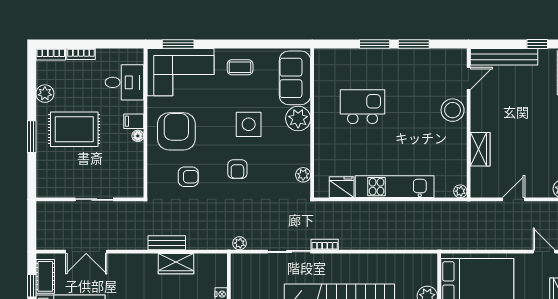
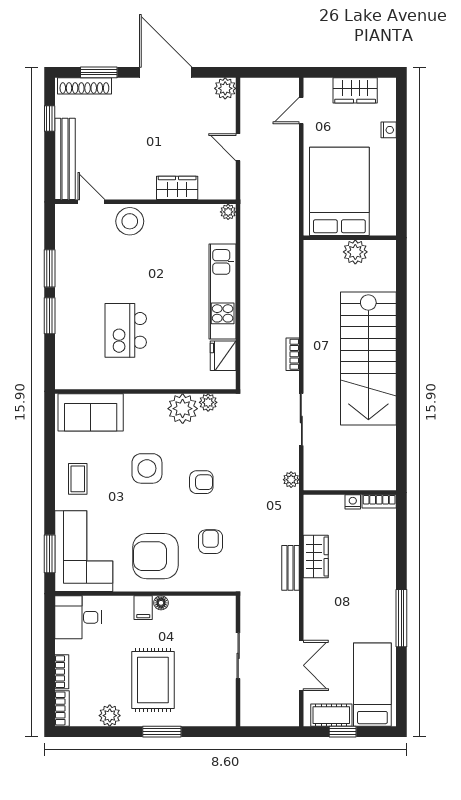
desk: (125, 82) -> (78, 617), moved, turned -90
plant: (298, 119) -> (183, 409), moved
bookcase: (325, 244) -> (293, 354), moved

